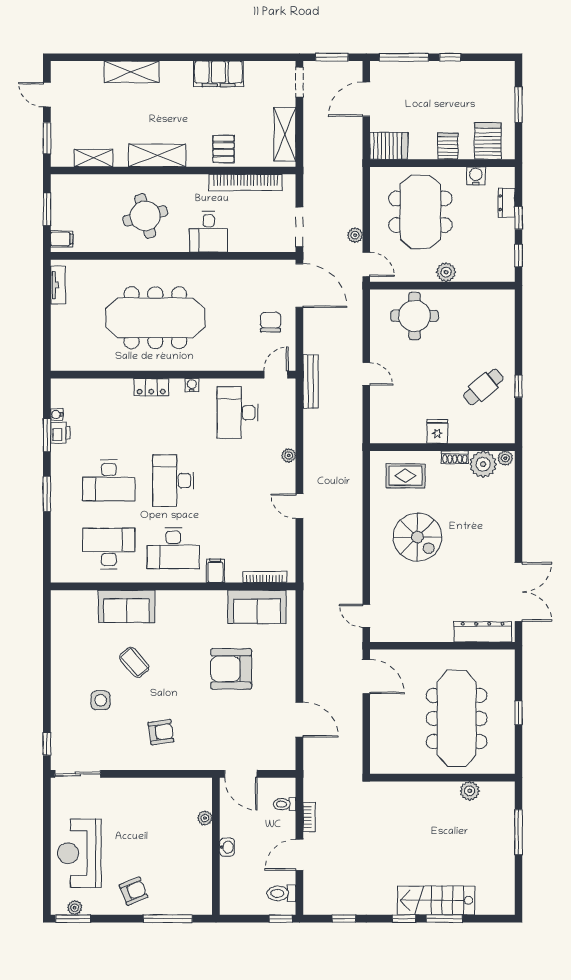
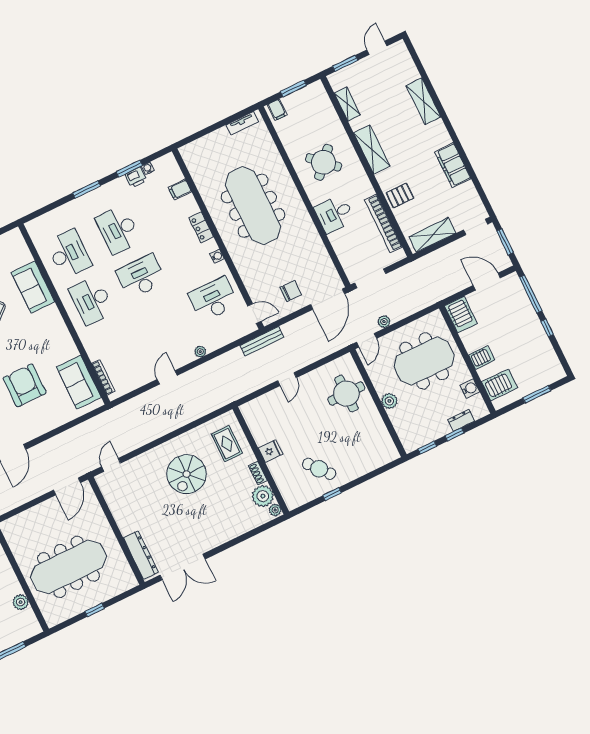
round table: (145, 216) -> (324, 162), turned -32
filing cabinet: (215, 571) -> (180, 190), moved, turned 180

